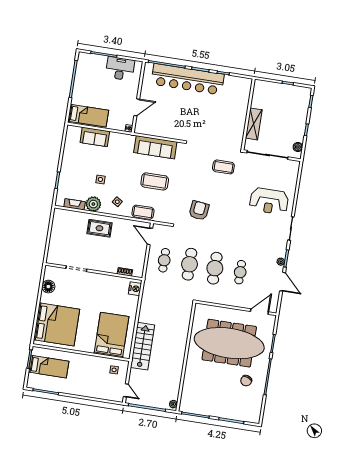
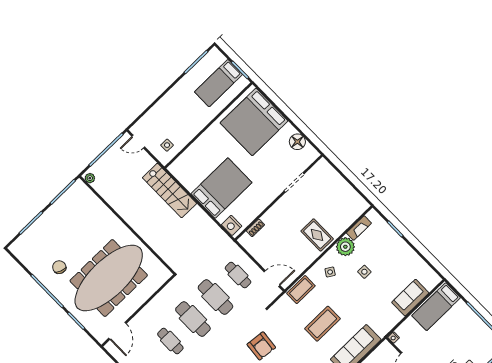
rug: (99, 228) -> (317, 235), turned 90
bed: (111, 335) -> (221, 188), moved, turned -90

